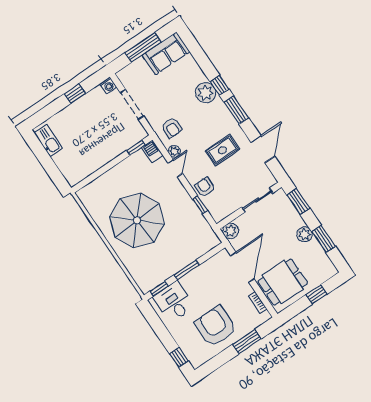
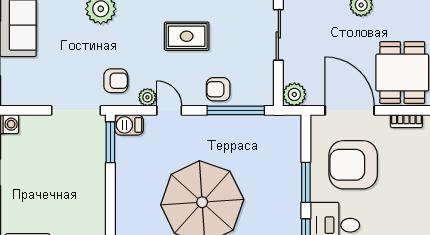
doorway: (132, 104) -> (76, 110), moved
window: (136, 148) -> (110, 142), width x1.50
rug: (222, 150) -> (187, 36), turned 90
window: (200, 205) -> (236, 110), width x2.17
armchair: (216, 326) -> (353, 165), moved

